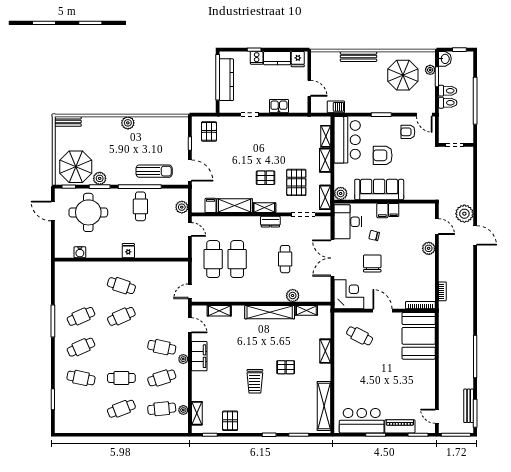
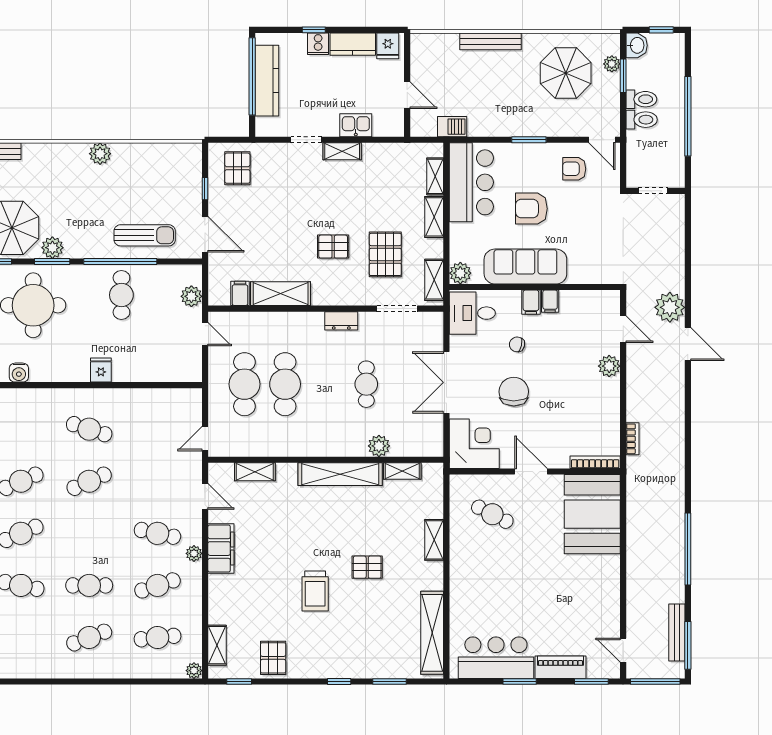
shelving: (264, 208) -> (342, 151), moved
desk: (348, 222) -> (472, 313), width x0.73
plant: (183, 410) -> (194, 671), moved

